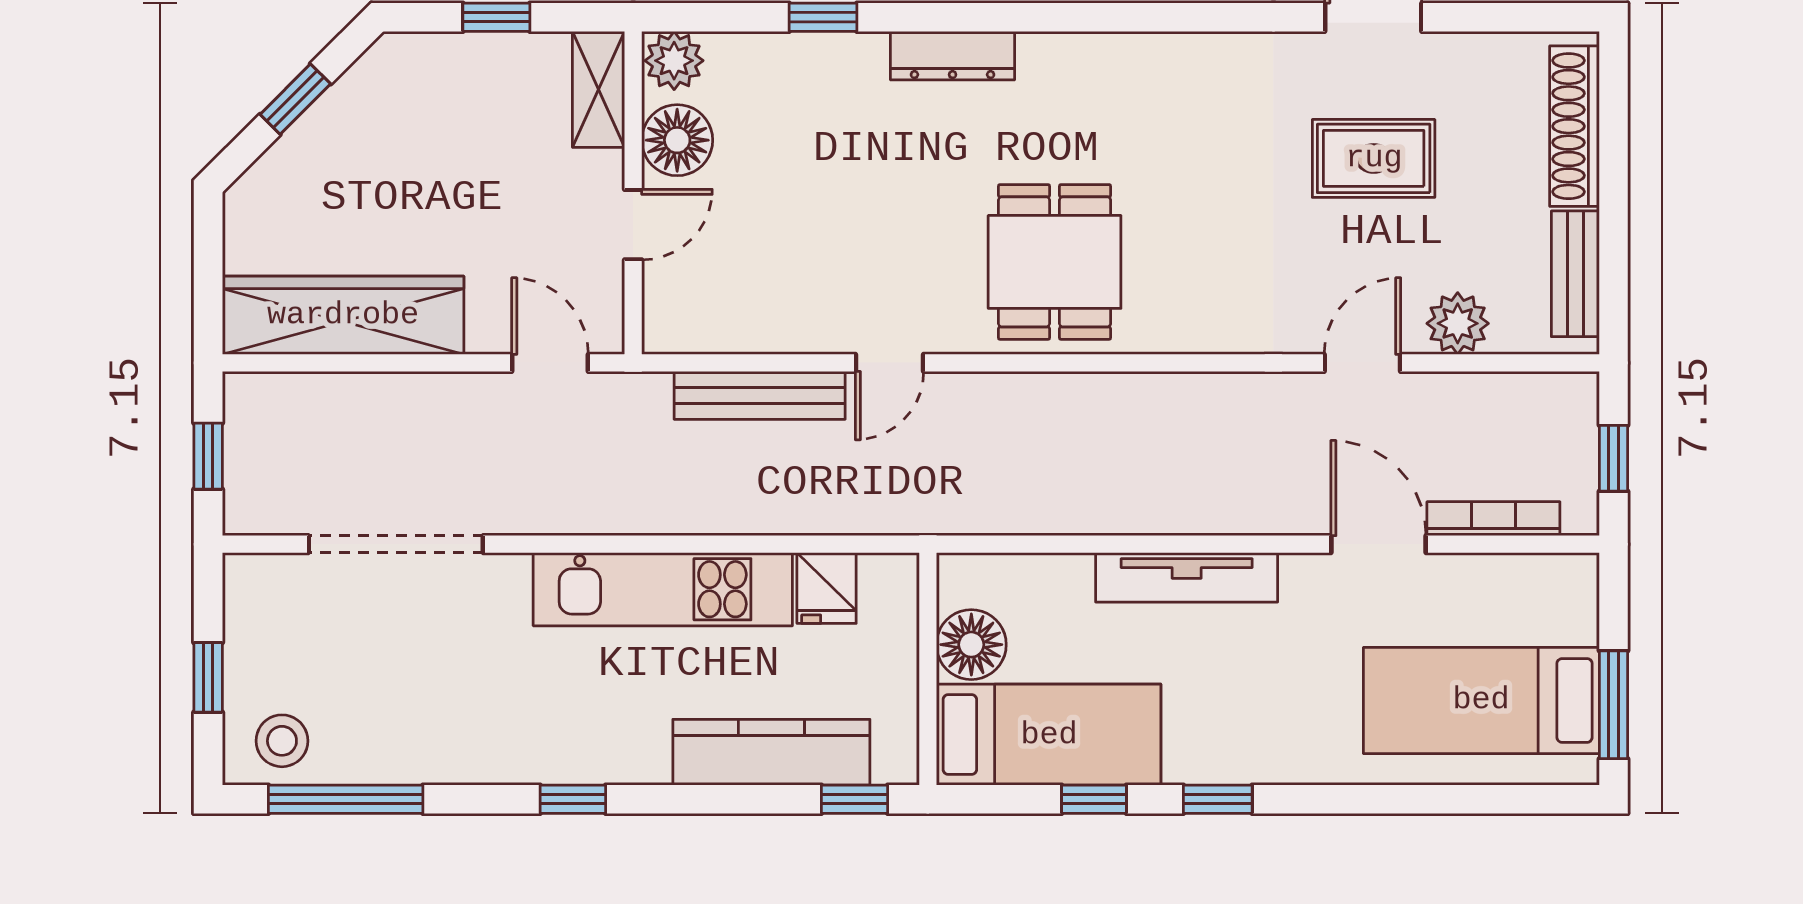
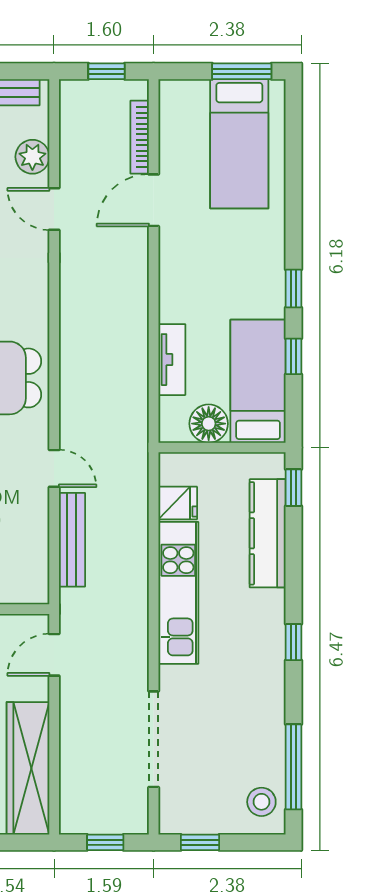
tv unit: (1187, 577) -> (172, 360), moved, width x0.71
window: (208, 677) -> (200, 842), moved

